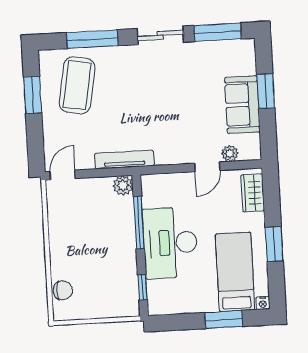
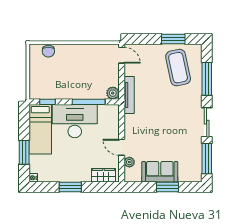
coffee table: (77, 85) -> (178, 68), turned 68
bed: (235, 272) -> (40, 129), moved, turned 90

